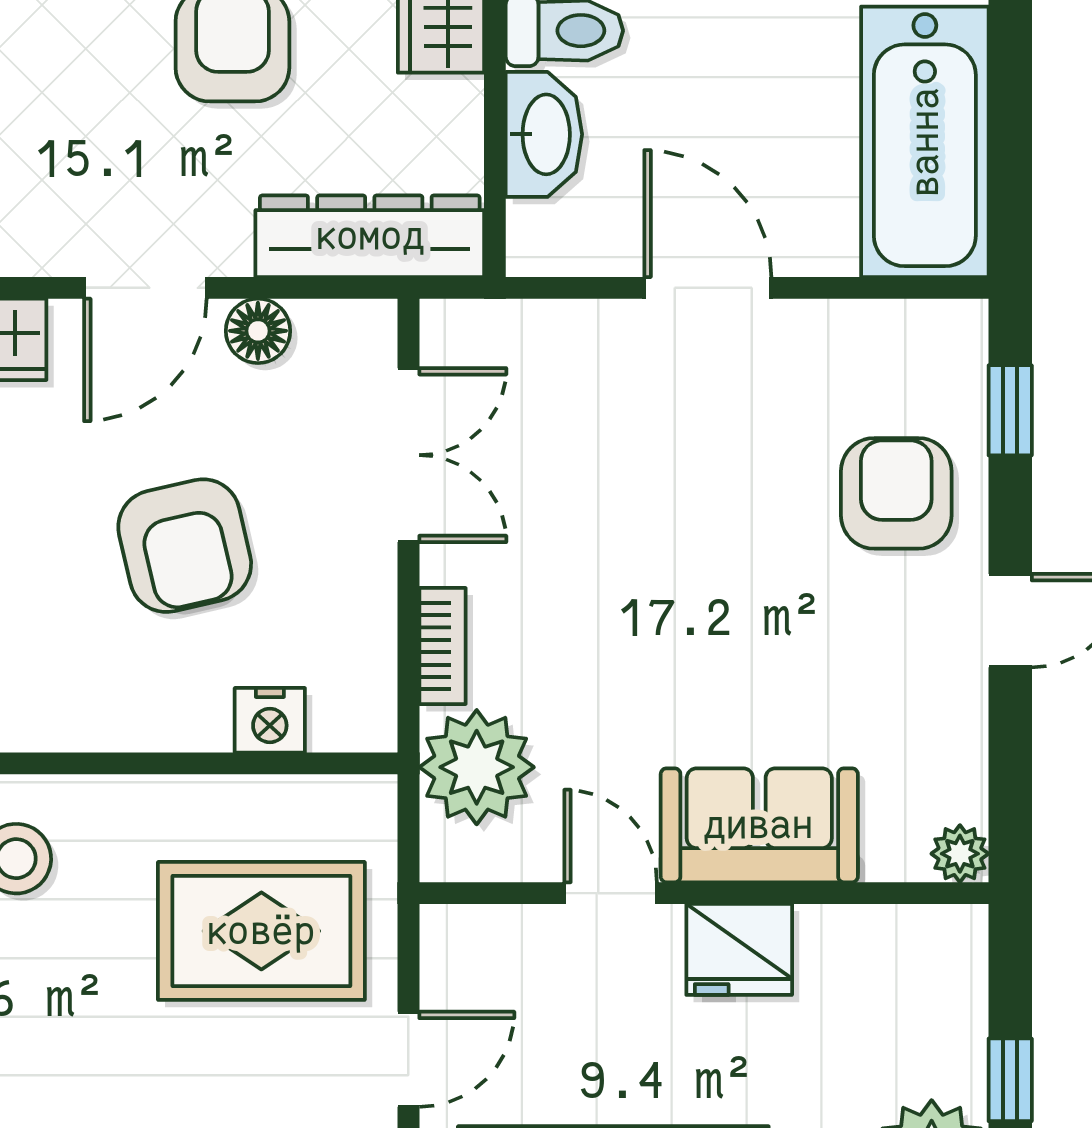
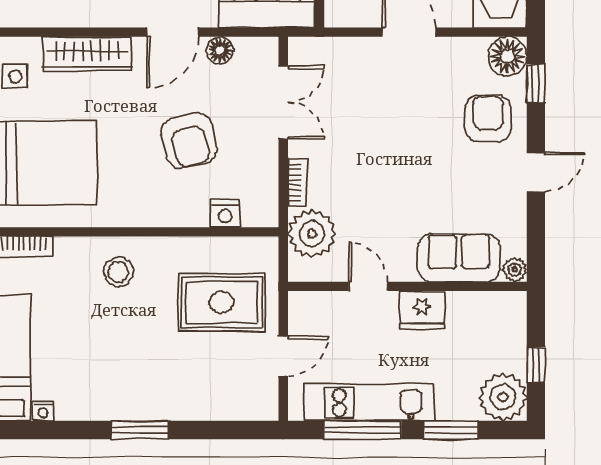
floor lamp: (942, 345) -> (507, 56), added
sofa: (759, 825) -> (459, 258), moved

